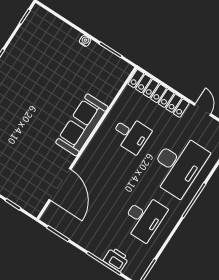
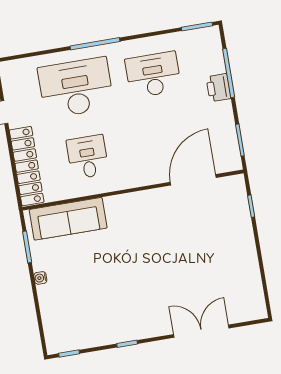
sofa: (82, 125) -> (68, 219), moved
printer: (116, 259) -> (218, 88), moved

